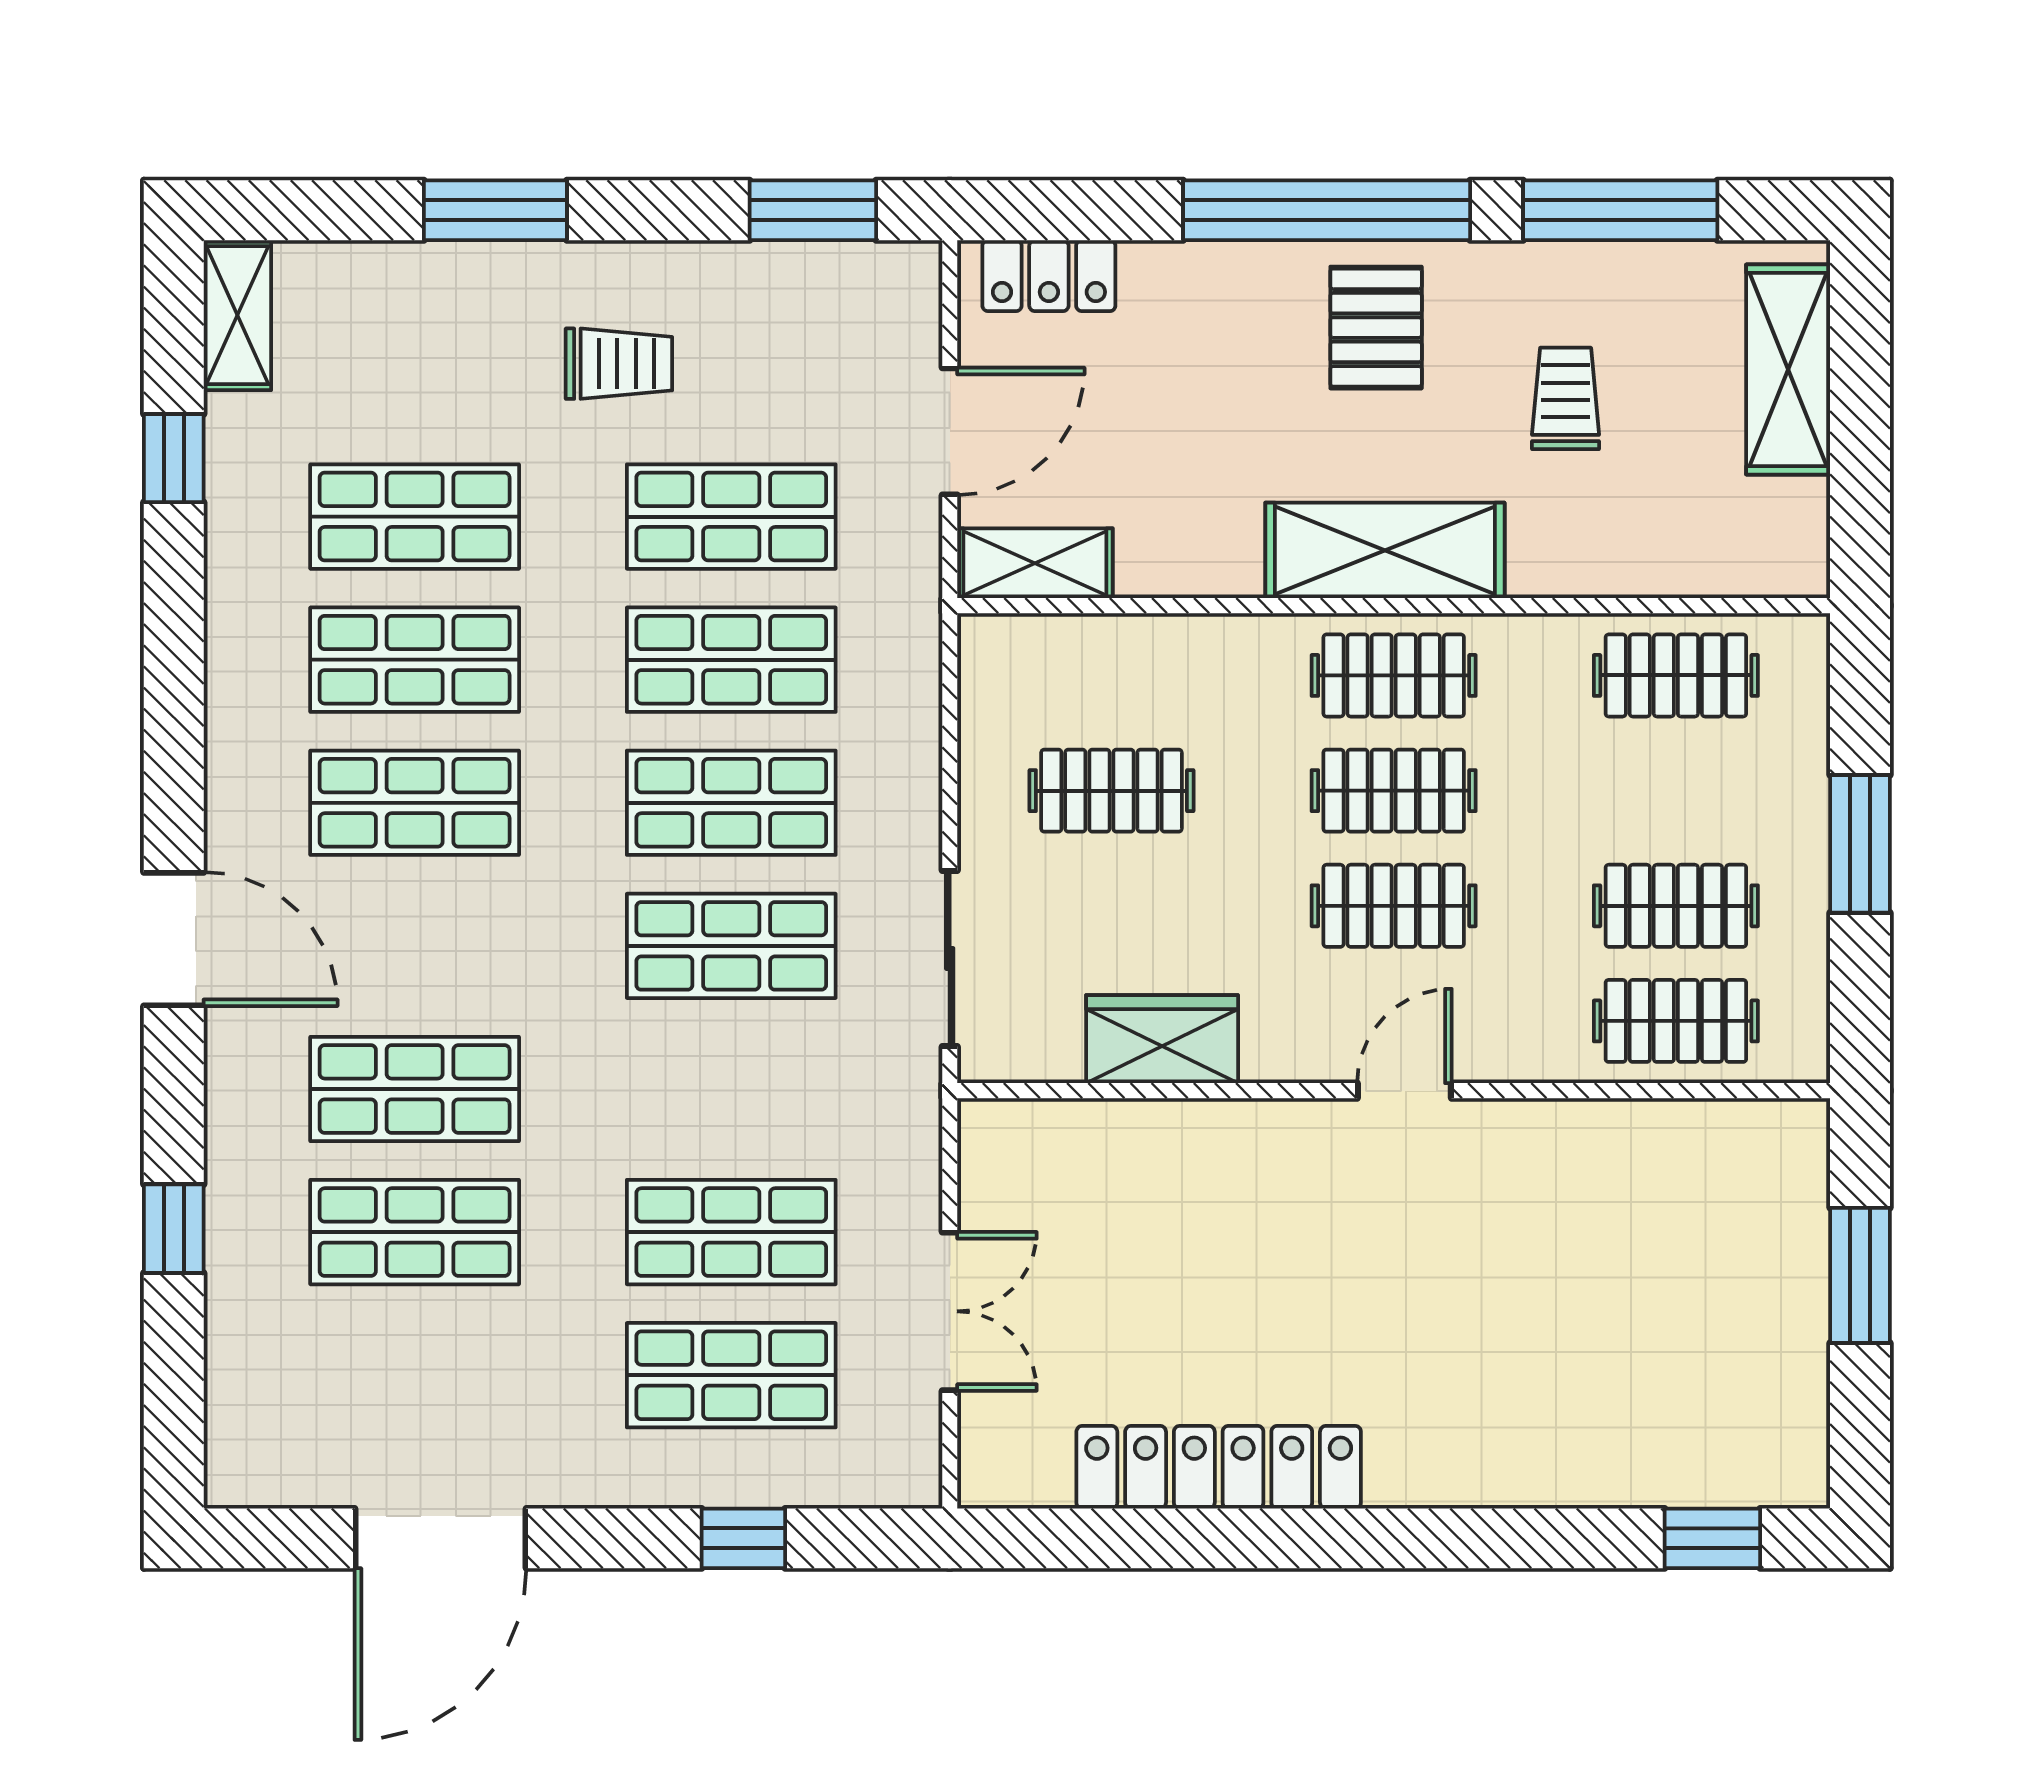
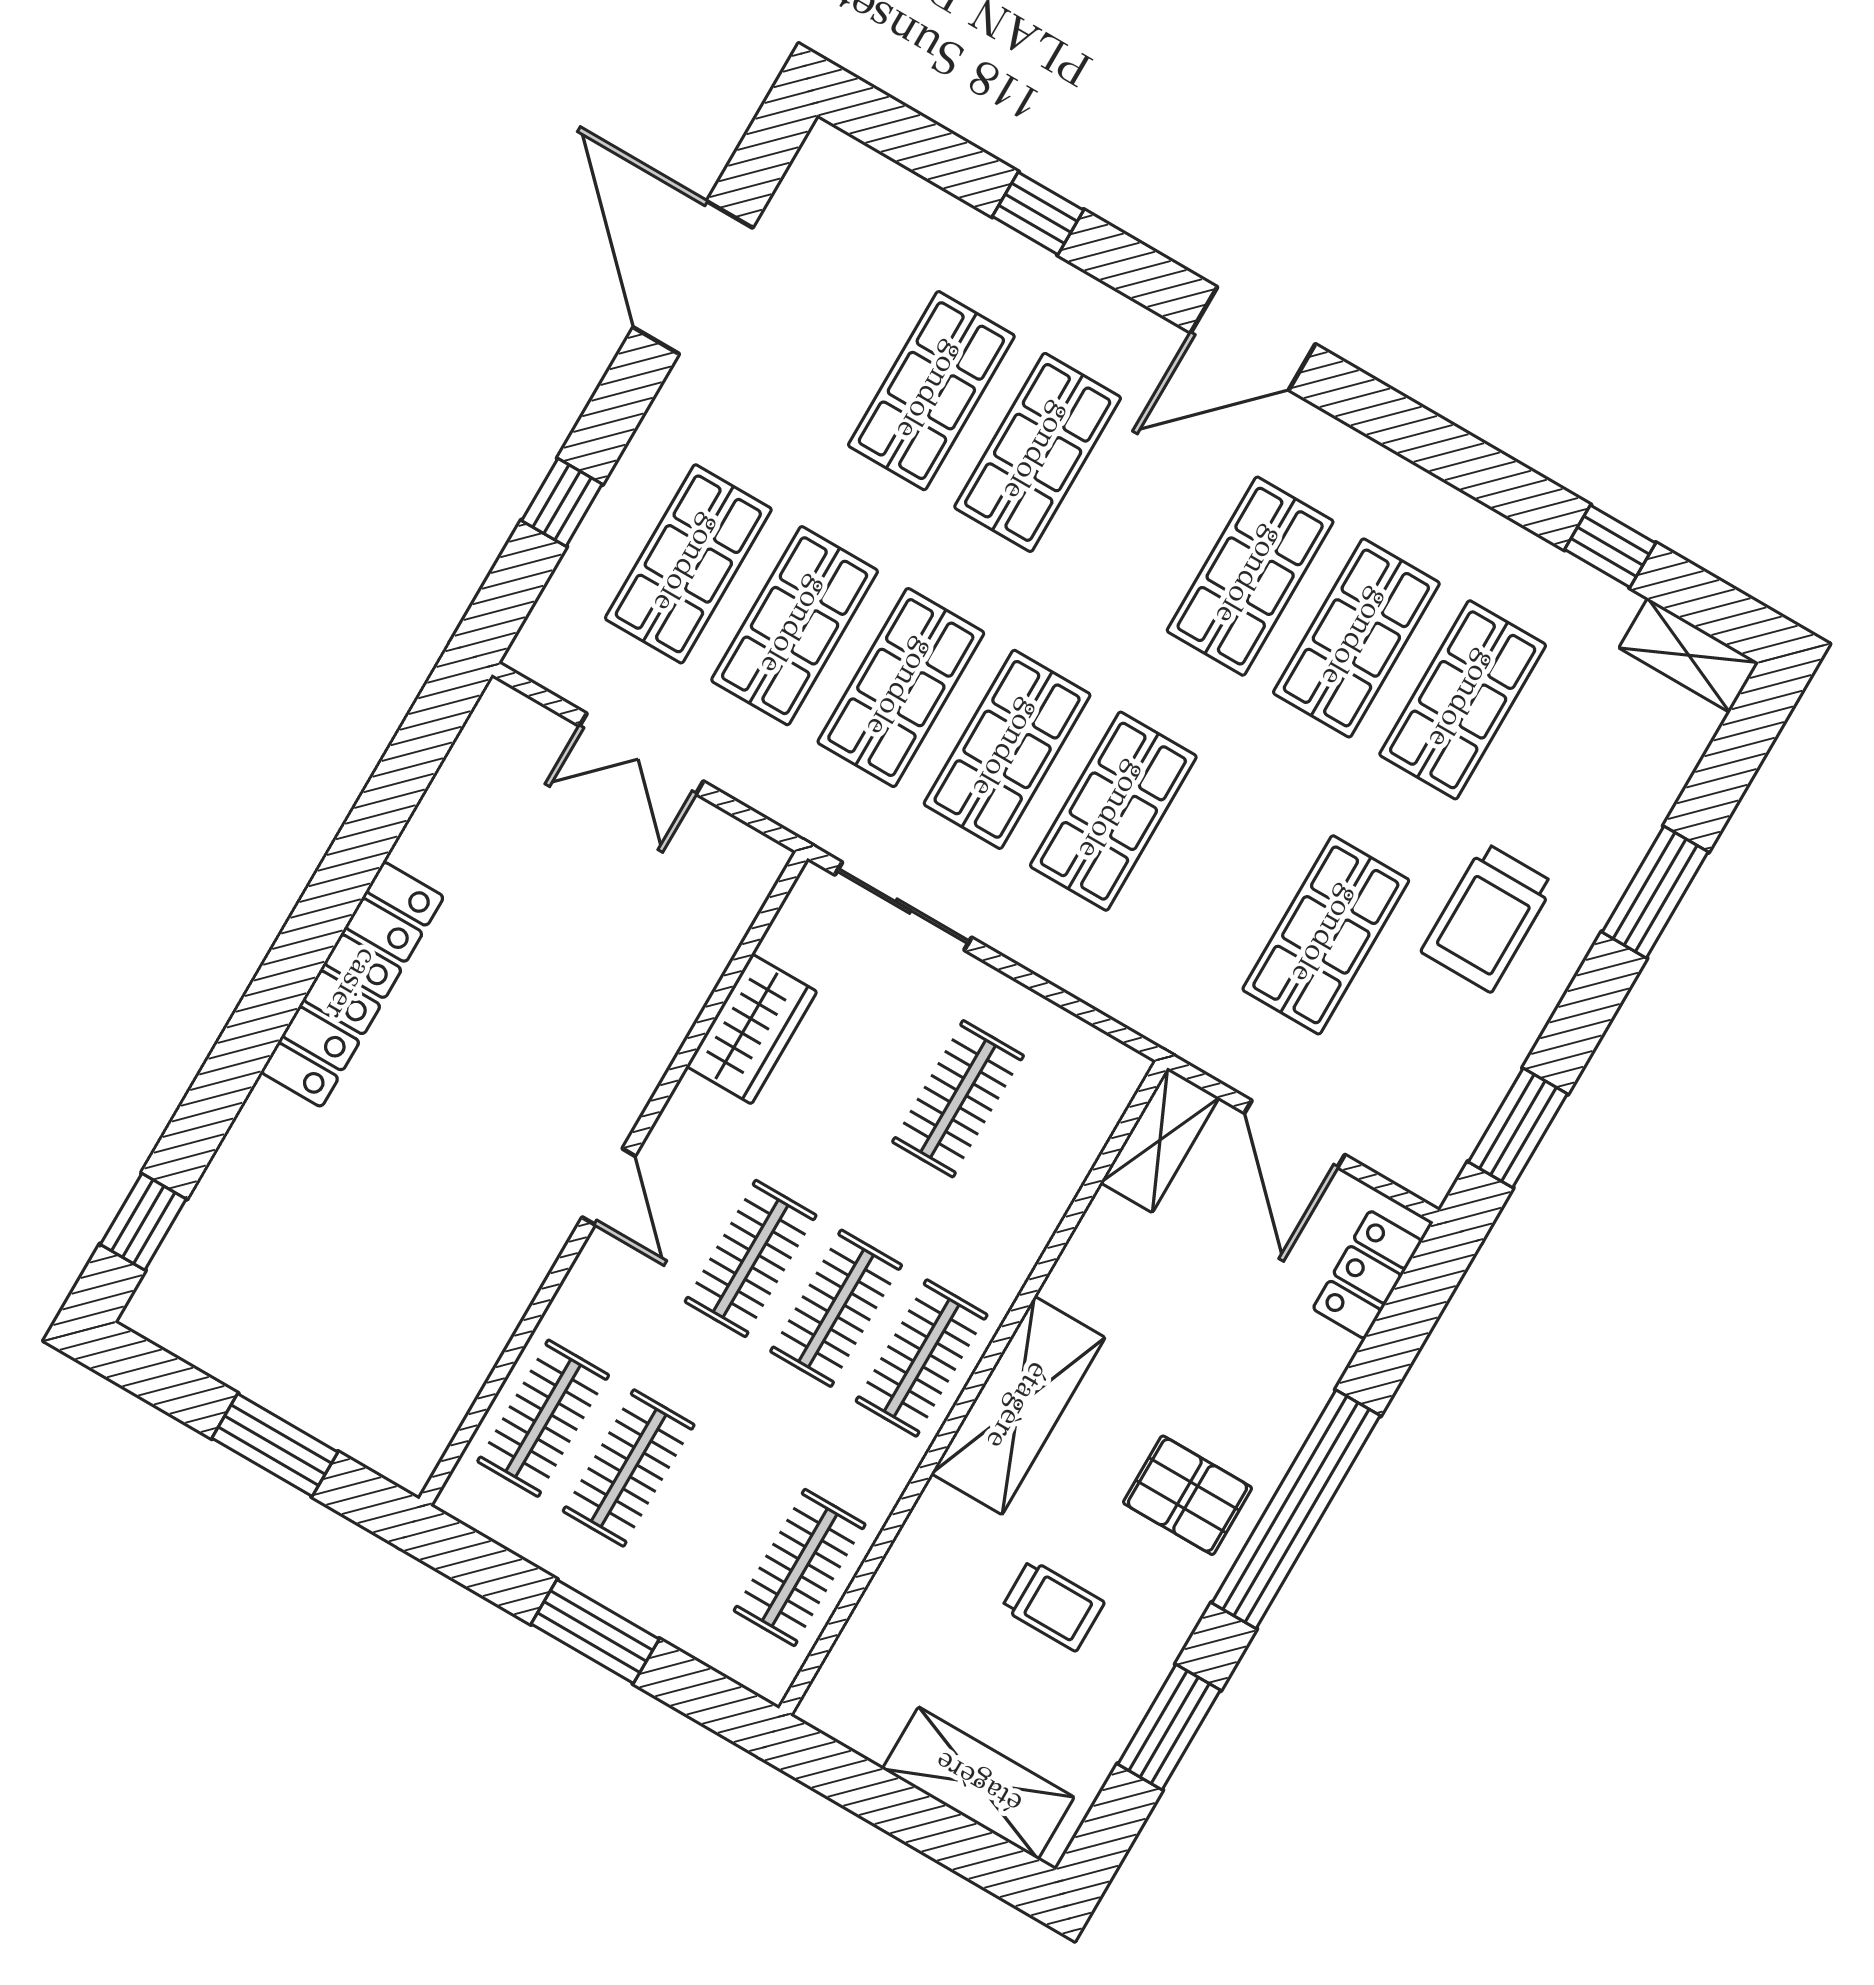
window: (1620, 210) -> (1169, 1727), width x0.69
trolley: (619, 364) -> (1488, 918), width x1.36, depth x1.39
shop shelf: (731, 660) -> (901, 688), moved
locker: (1219, 1467) -> (352, 984), moved

